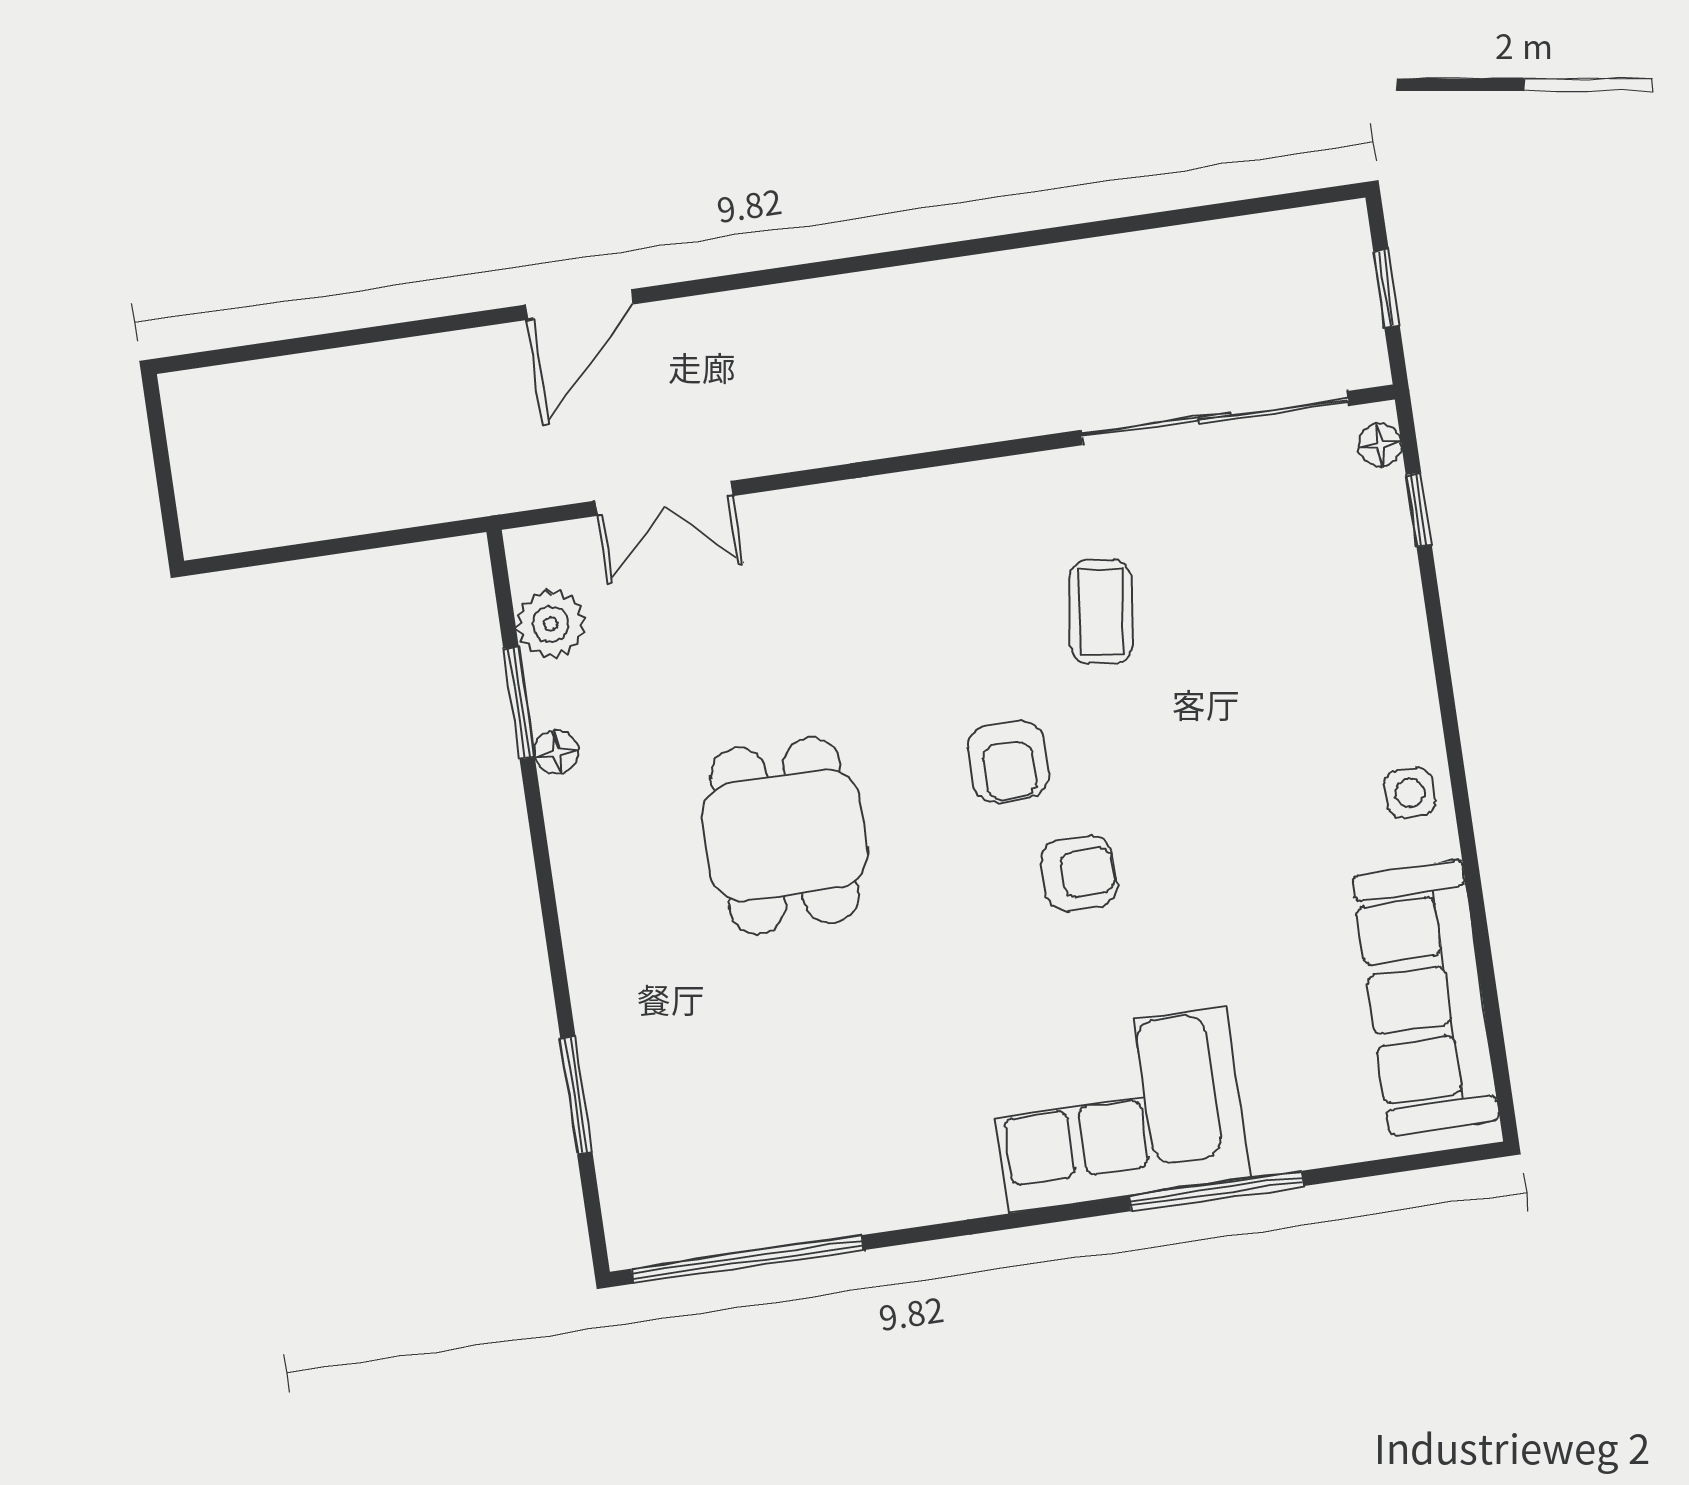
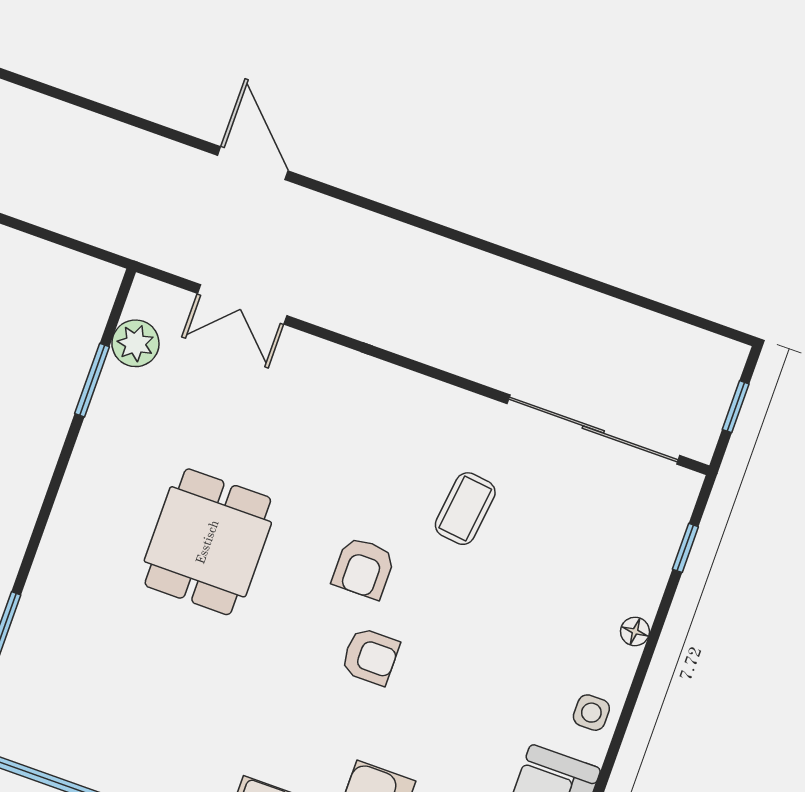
door: (580, 304) -> (253, 163), swing flipped
floor lamp: (1380, 445) -> (635, 631), moved
floor lamp: (556, 752) -> (99, 421), removed

